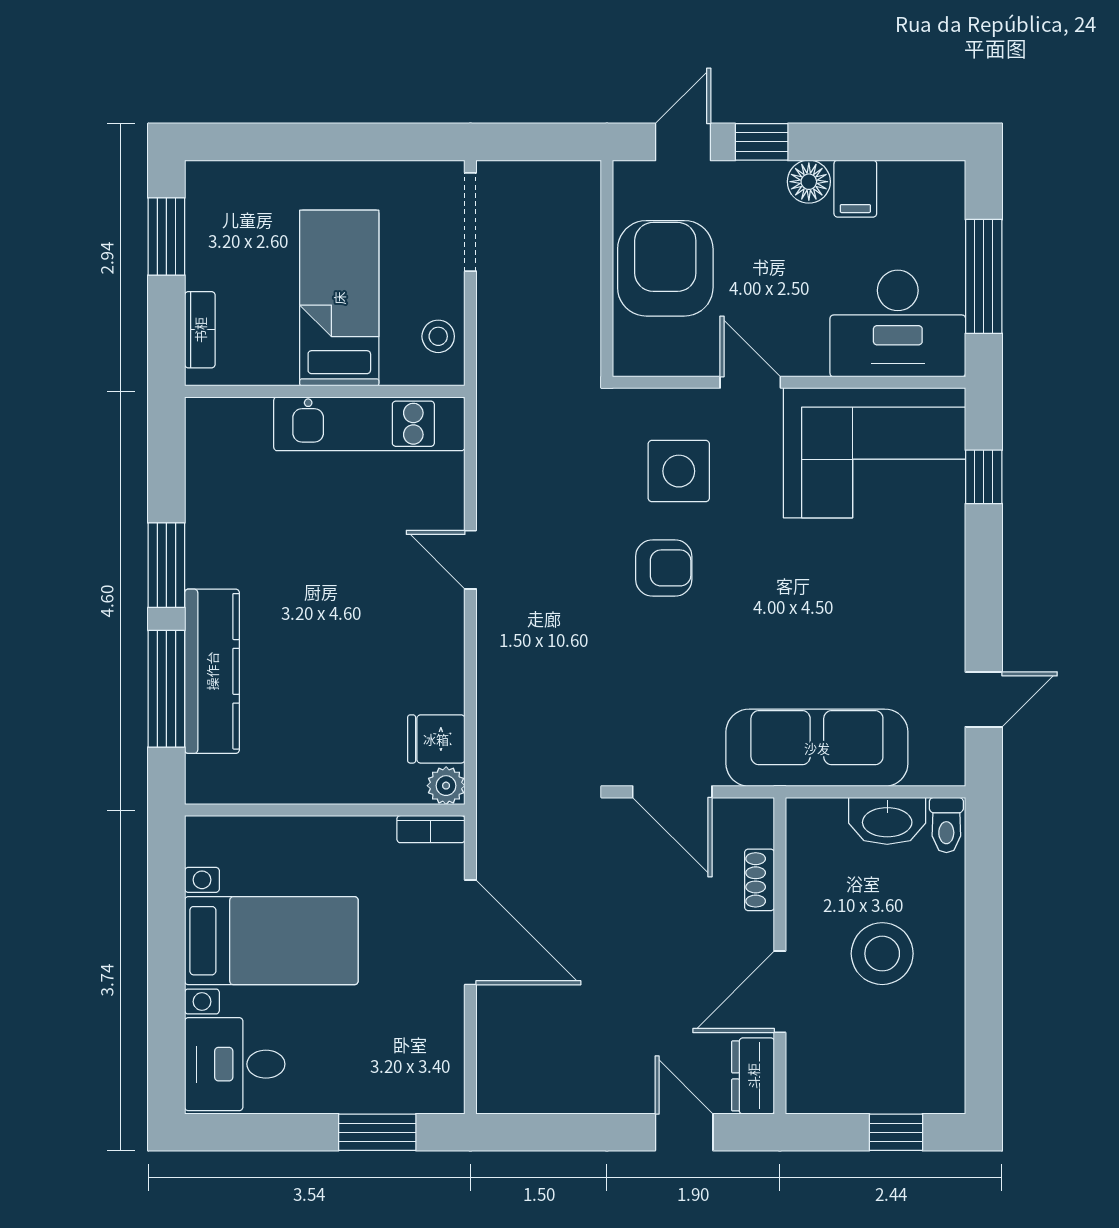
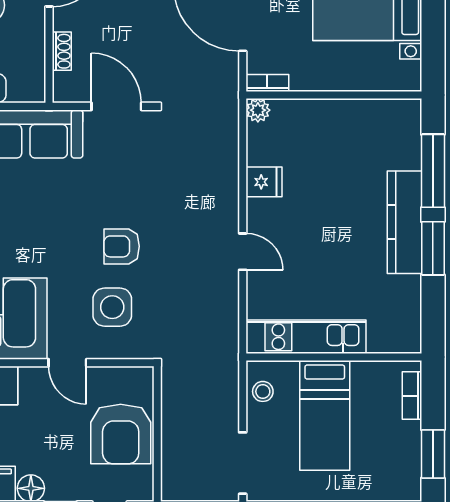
kitchen counter: (212, 671) -> (404, 222), moved
fridge: (436, 739) -> (264, 182), moved

